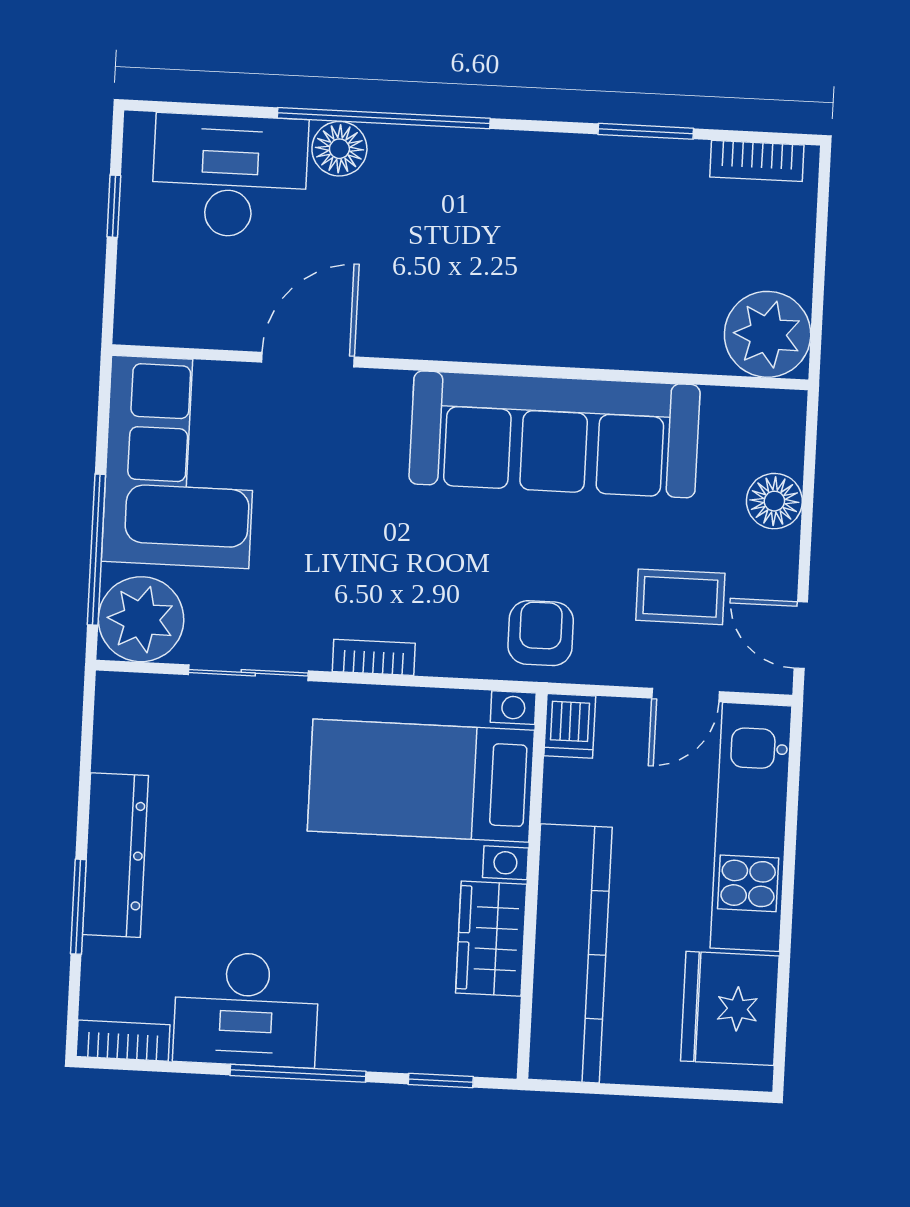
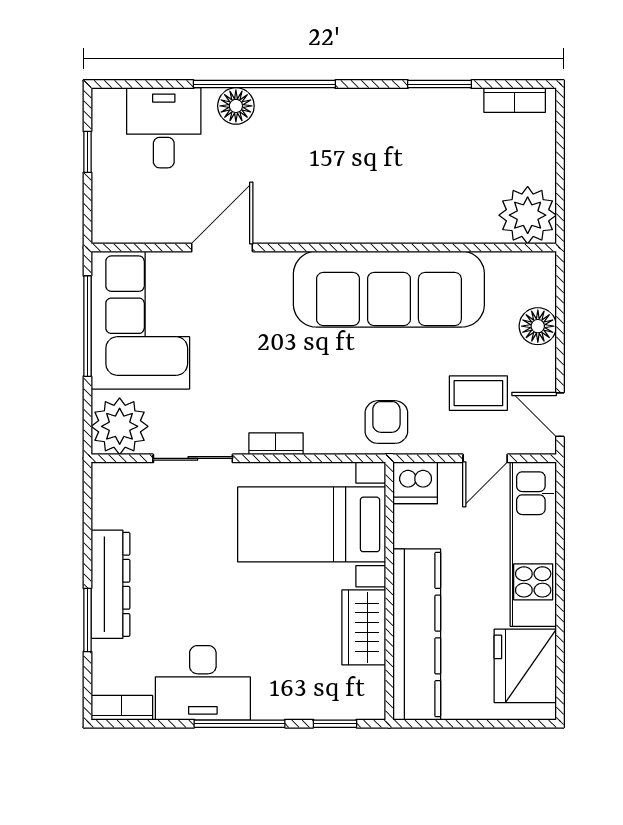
desk: (230, 176) -> (164, 128), width x0.73
window: (96, 550) -> (87, 326), moved
dishwasher: (570, 726) -> (415, 483), width x1.38

